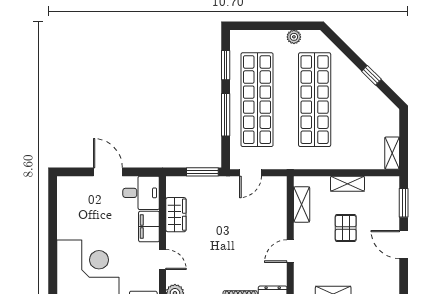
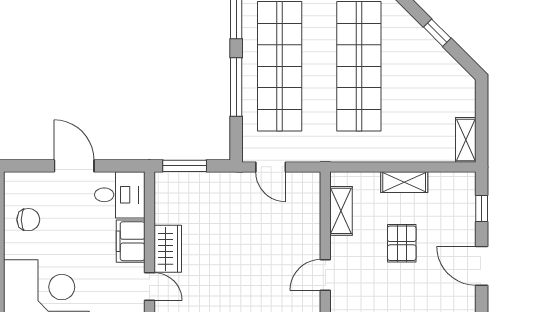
window: (202, 172) -> (185, 166), moved
door: (250, 173) -> (271, 167), hinge flipped
window: (404, 203) -> (482, 208), width x0.67
chair: (75, 211) -> (28, 220), added
wardrobe: (176, 215) -> (168, 249), moved

